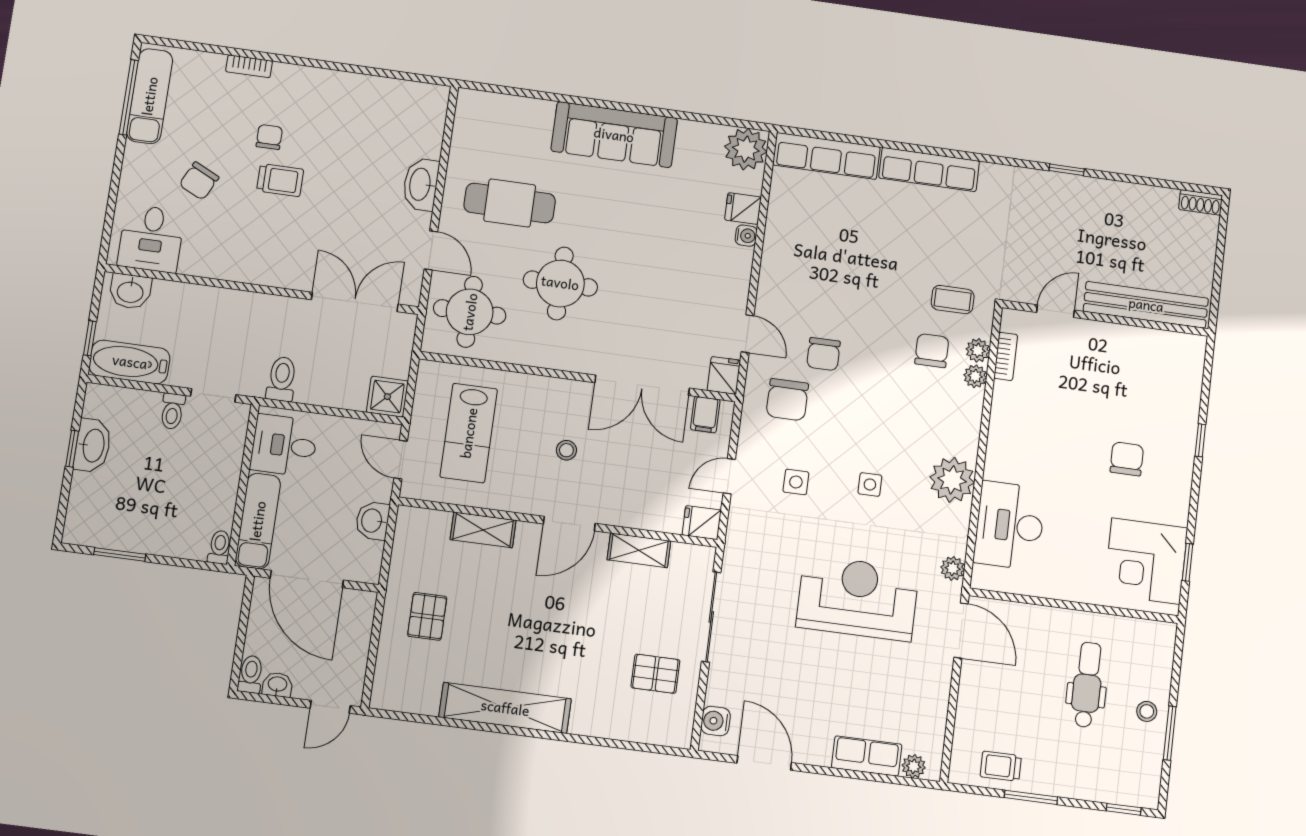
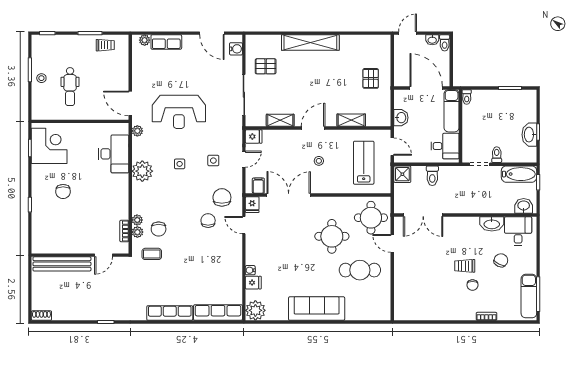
washbasin: (421, 184) -> (492, 224), moved, turned 90
toilet: (282, 379) -> (432, 176), moved
shelving: (505, 708) -> (310, 43), moved

